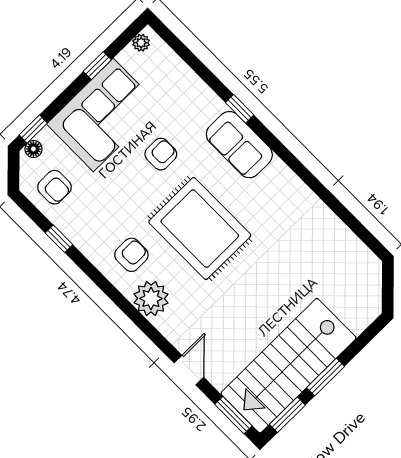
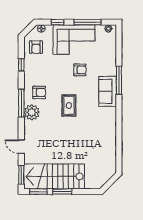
window: (97, 66) -> (87, 22), width x2.17
window: (240, 109) -> (119, 80), width x2.17
window: (33, 129) -> (58, 22), moved
rug: (200, 229) -> (69, 106), width x0.54, depth x0.49
window: (120, 300) -> (21, 103), added
door: (189, 370) -> (21, 147), swing flipped

